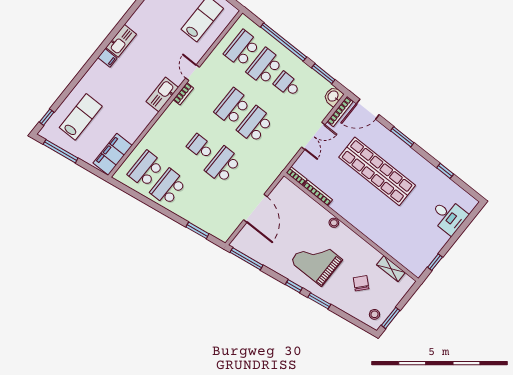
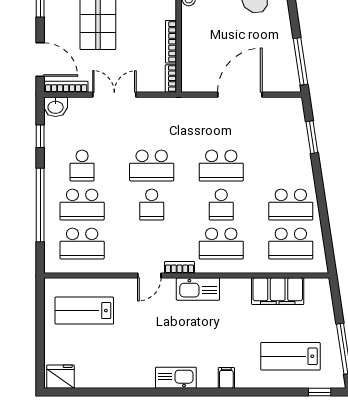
filing cabinet: (107, 58) -> (226, 378), moved
window: (323, 74) -> (40, 136), width x0.67
school desk: (232, 107) -> (152, 205), width x0.54
school desk: (178, 129) -> (221, 244), added
filing cabinet: (113, 154) -> (278, 291), moved

